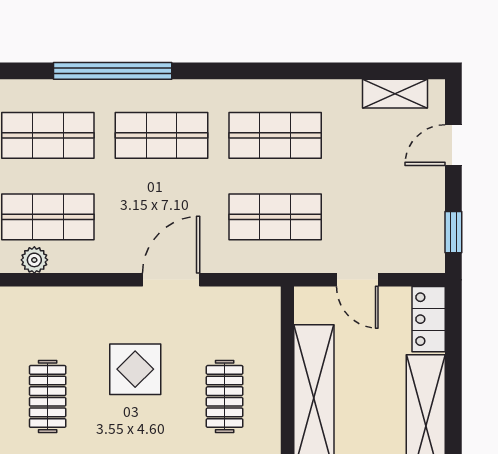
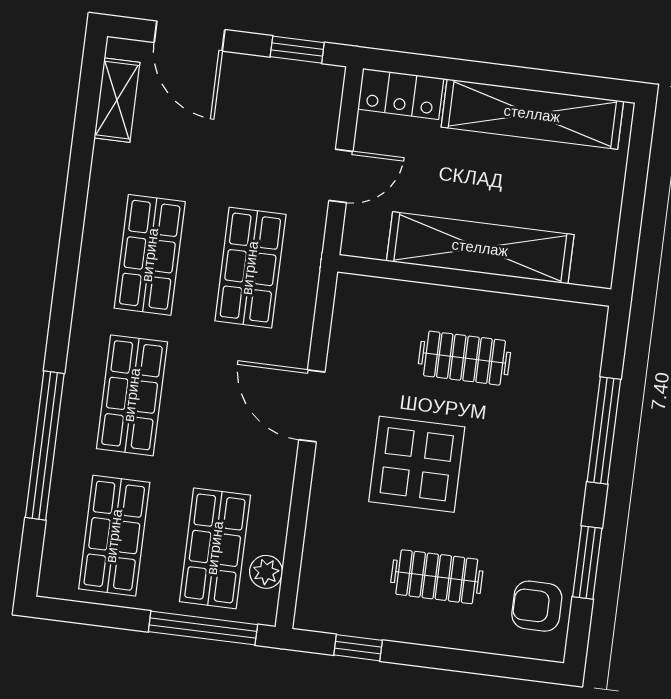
door: (453, 145) -> (190, 36), width x1.37
display table: (135, 369) -> (417, 464), width x1.36, depth x1.36

